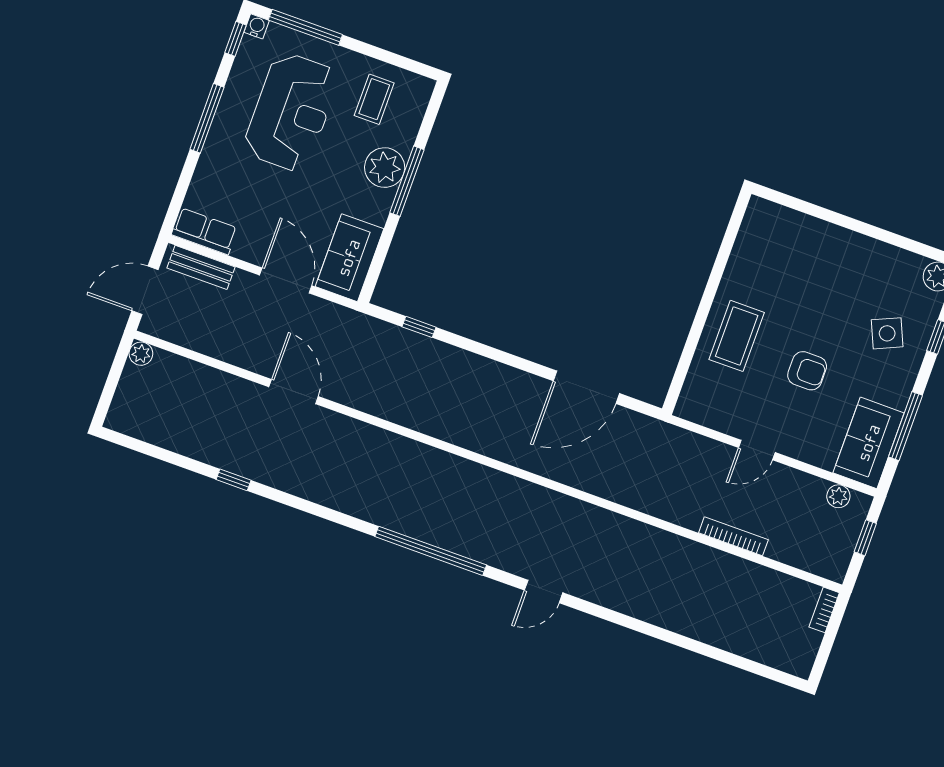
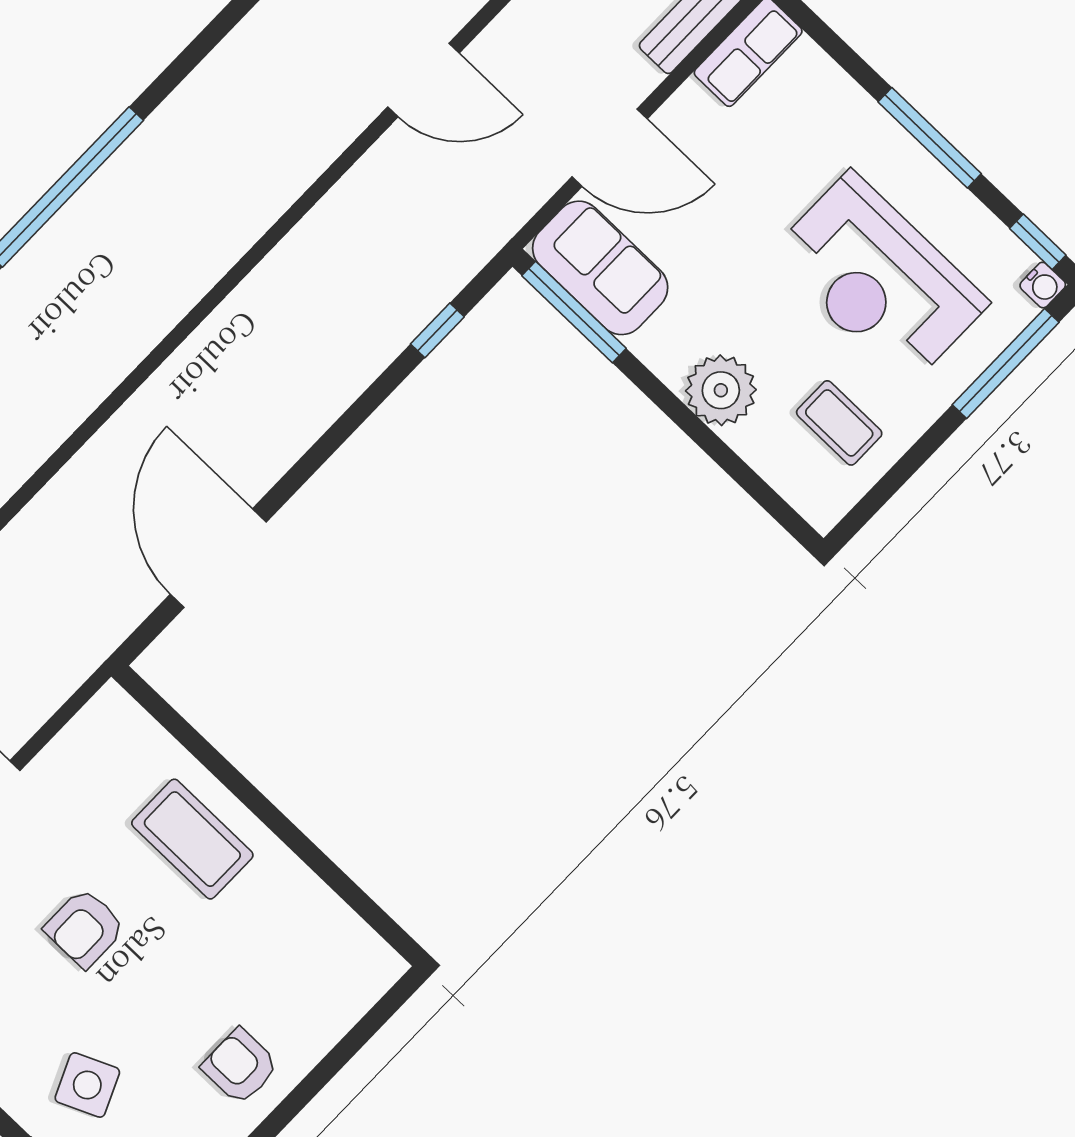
window: (407, 181) -> (574, 312), moved
armchair: (842, 259) -> (240, 1066), added

